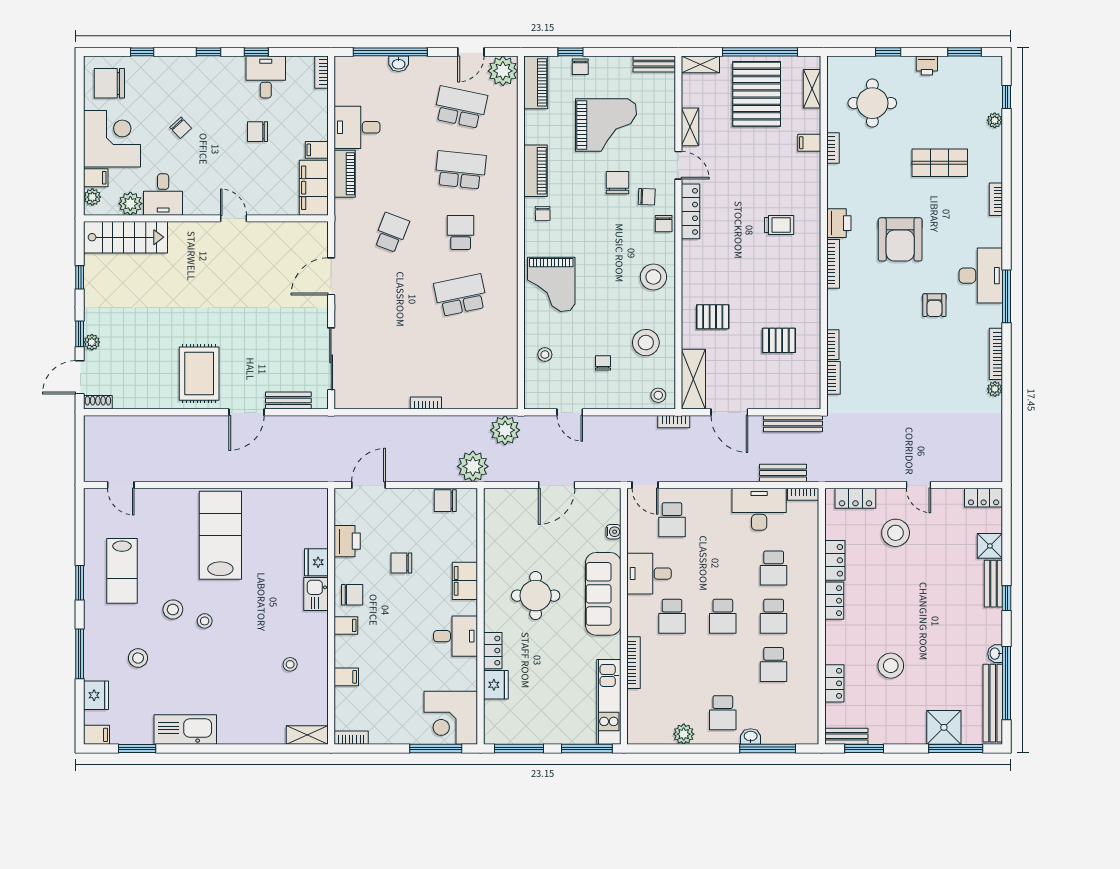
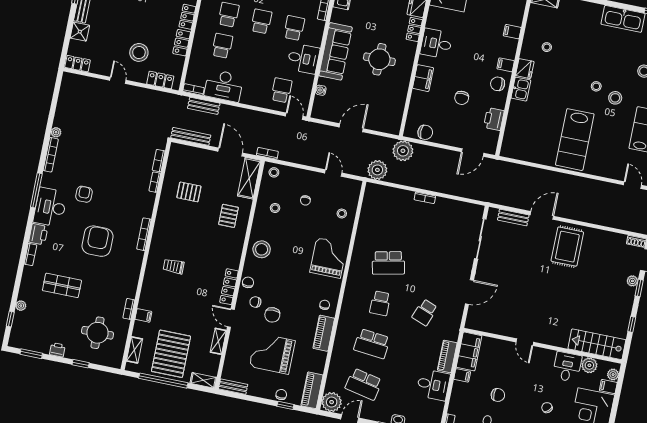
printer: (839, 223) -> (38, 234), moved, turned 180
pallet: (713, 317) -> (228, 216), turned 90
stool: (646, 343) -> (275, 208), width x0.53, depth x0.53
fridge: (316, 562) -> (525, 69), moved
chair: (401, 563) -> (462, 98), turned 90

